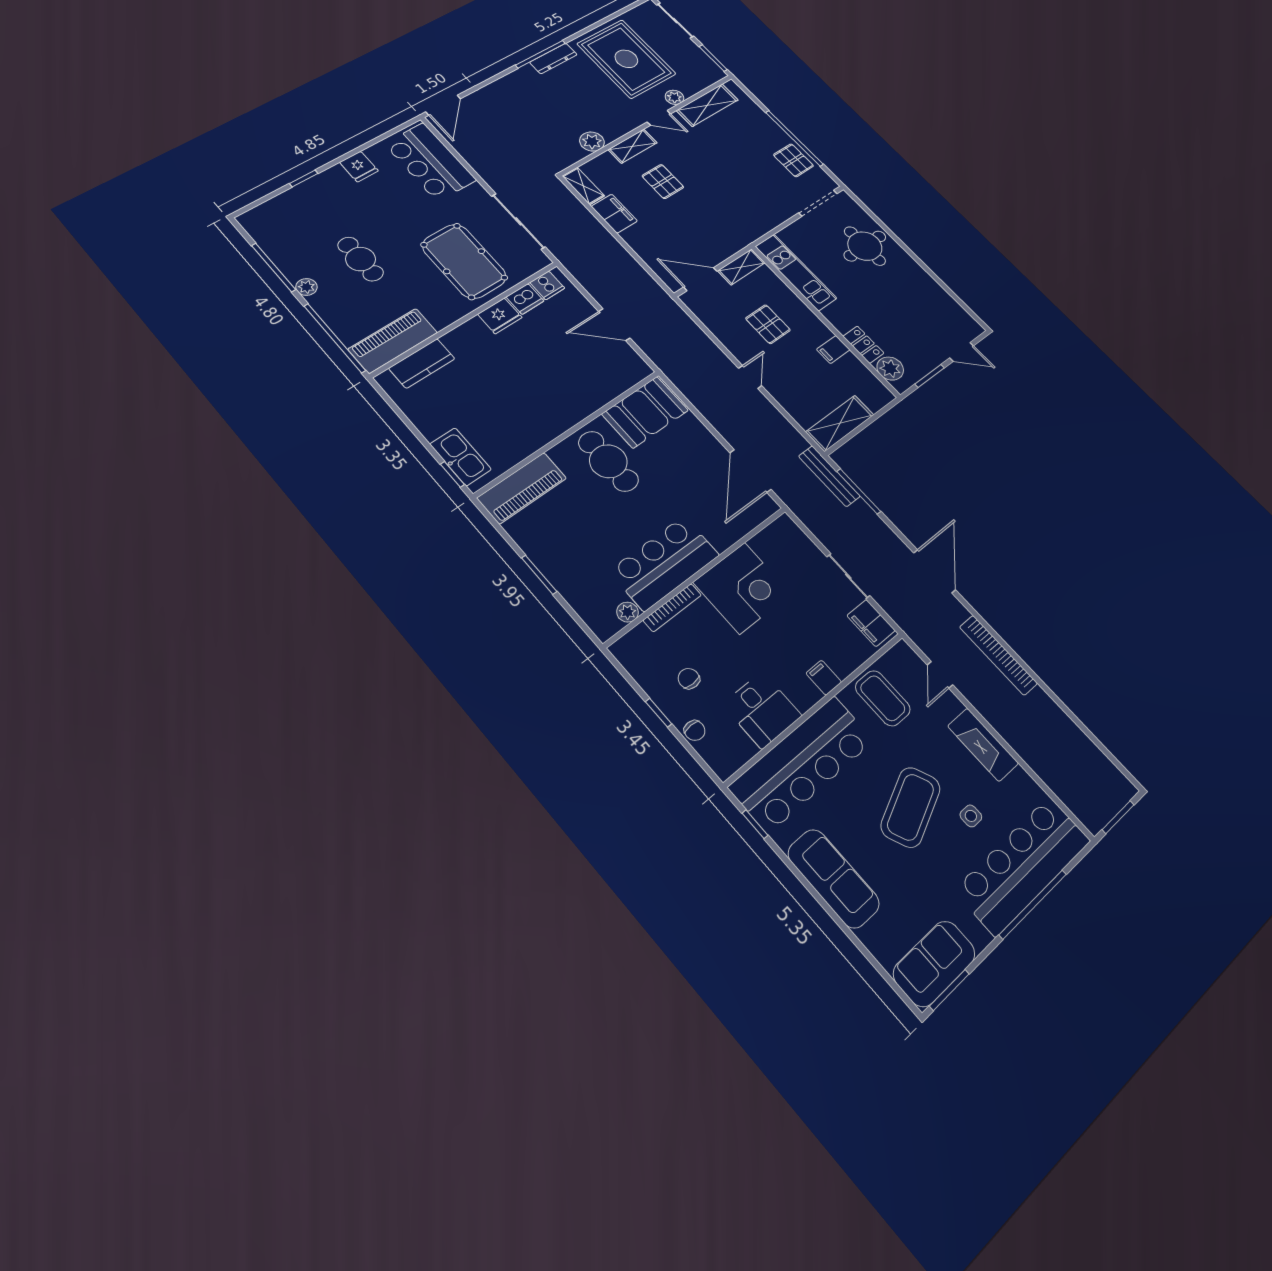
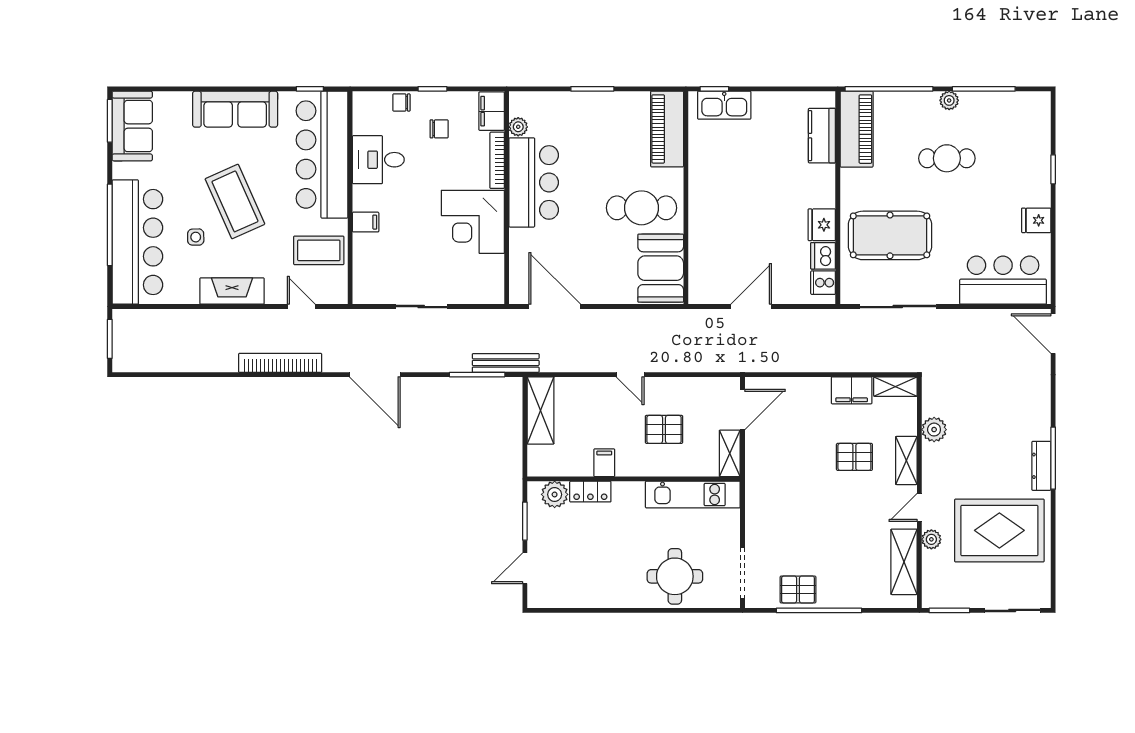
filing cabinet: (871, 623) -> (492, 111), moved, turned -90

